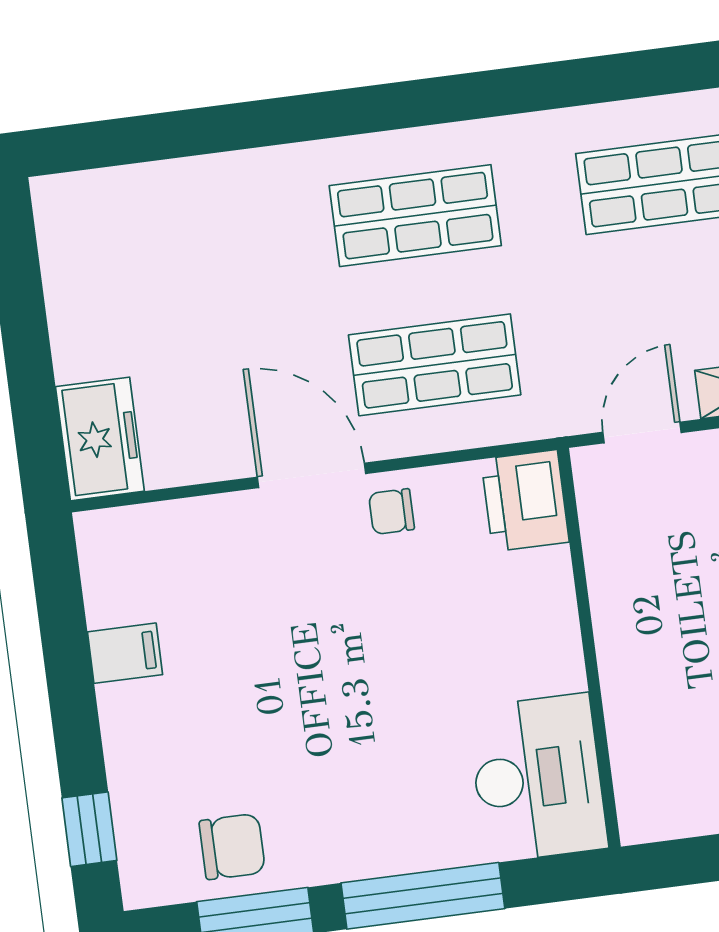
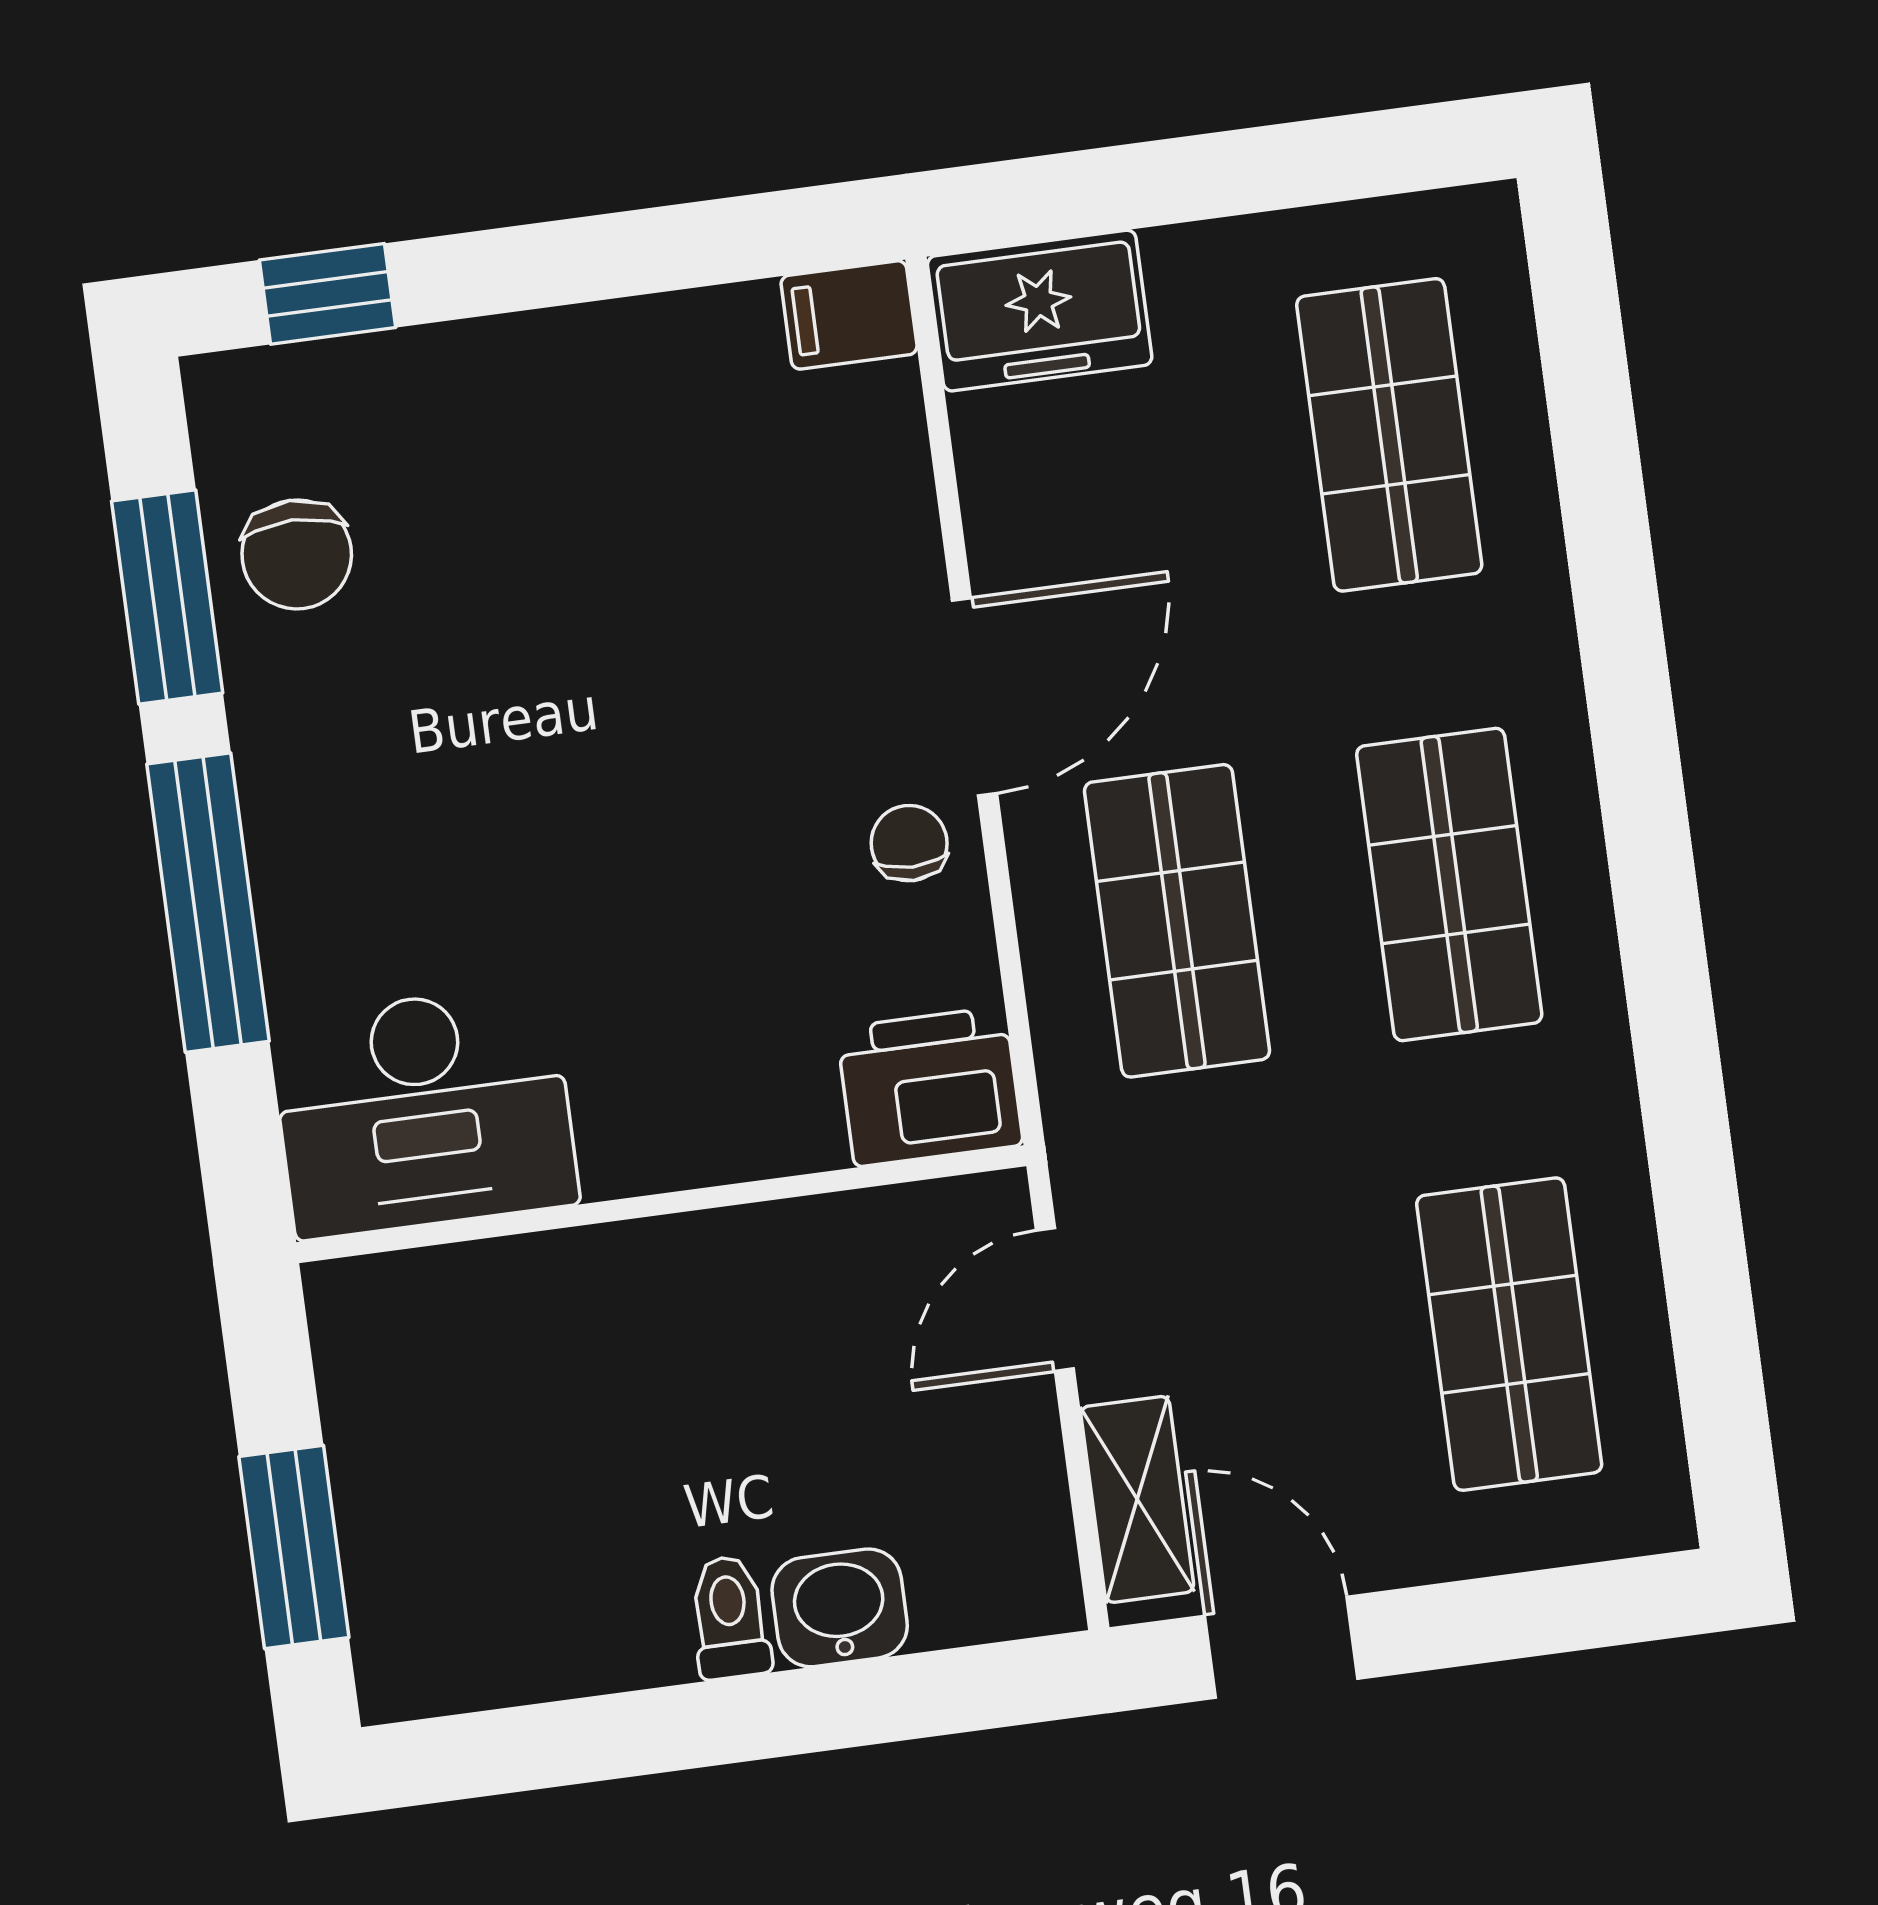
shop shelf: (169, 248) -> (1389, 435), added
door: (642, 432) -> (1055, 1300), swing flipped
filing cabinet: (125, 653) -> (849, 315), moved, turned 90

